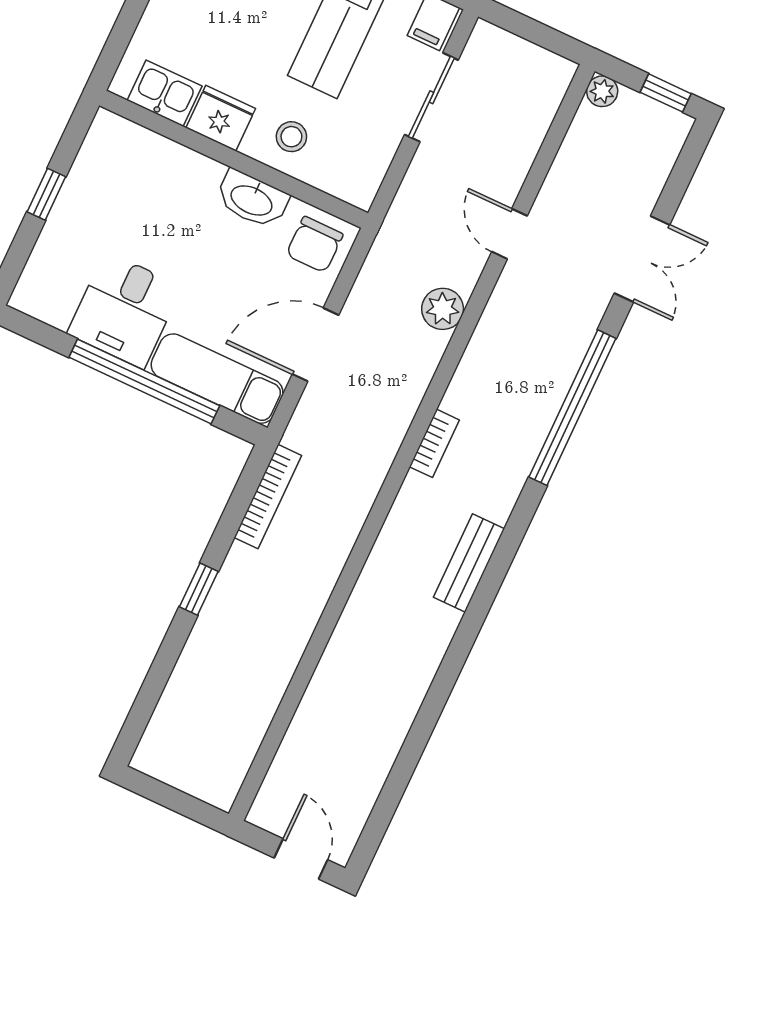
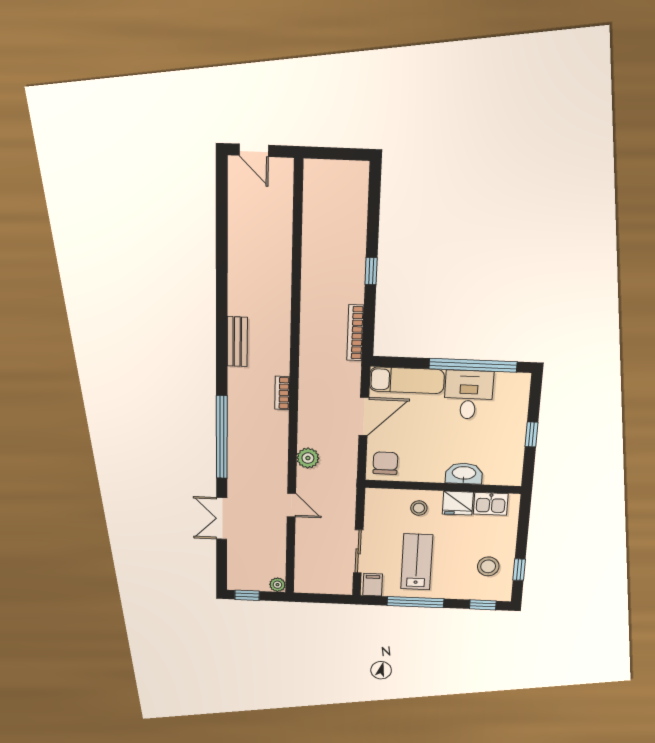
washbasin: (252, 199) -> (464, 473), moved
window: (144, 382) -> (473, 365), moved

